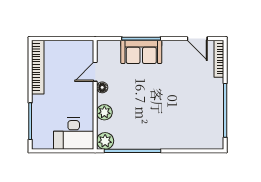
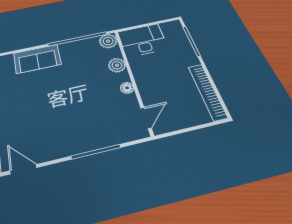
sofa: (141, 52) -> (37, 59), moved, turned 180
door: (95, 72) -> (146, 118), moved

